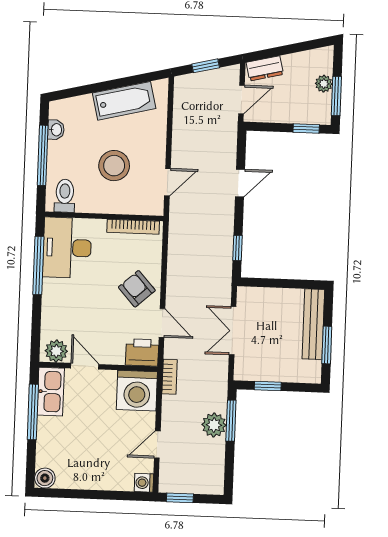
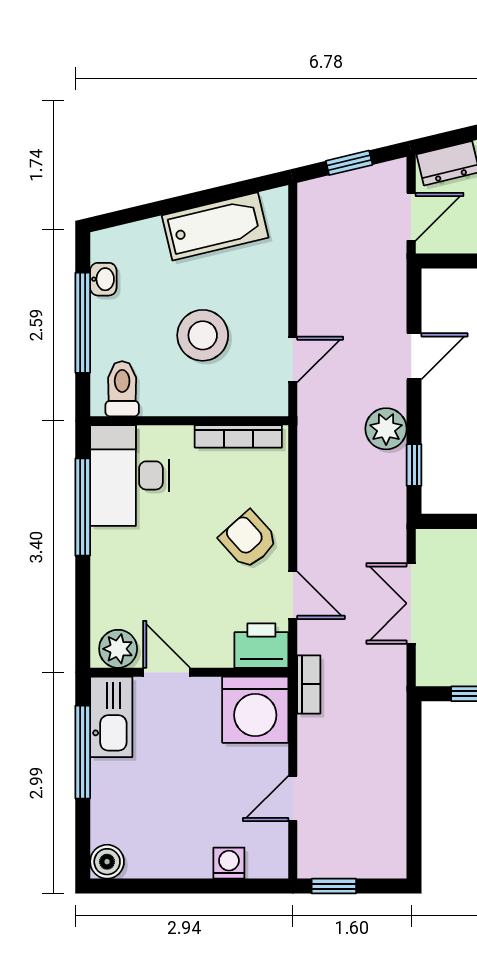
window: (231, 421) -> (414, 754), removed
plant: (214, 425) -> (386, 429), moved
washing machine: (144, 483) -> (229, 863), moved, turned 90

